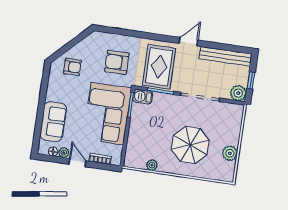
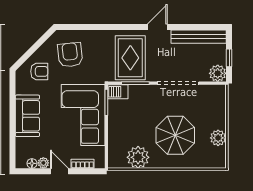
armchair: (117, 62) -> (70, 55), moved, turned 84
sofa: (53, 122) -> (27, 116), moved
plant: (152, 165) -> (138, 157), width x1.88, depth x1.88

